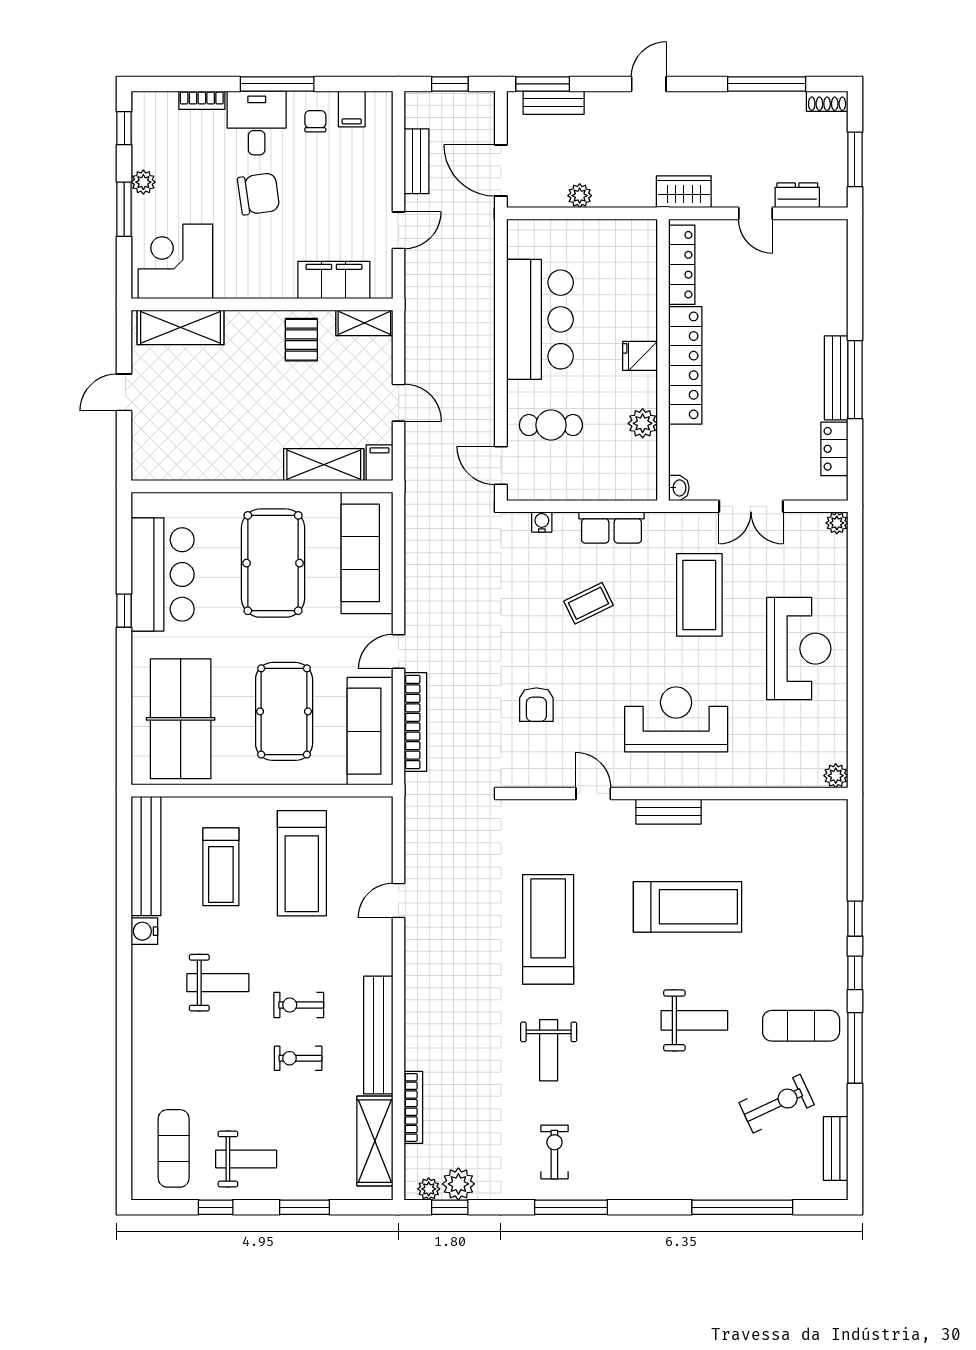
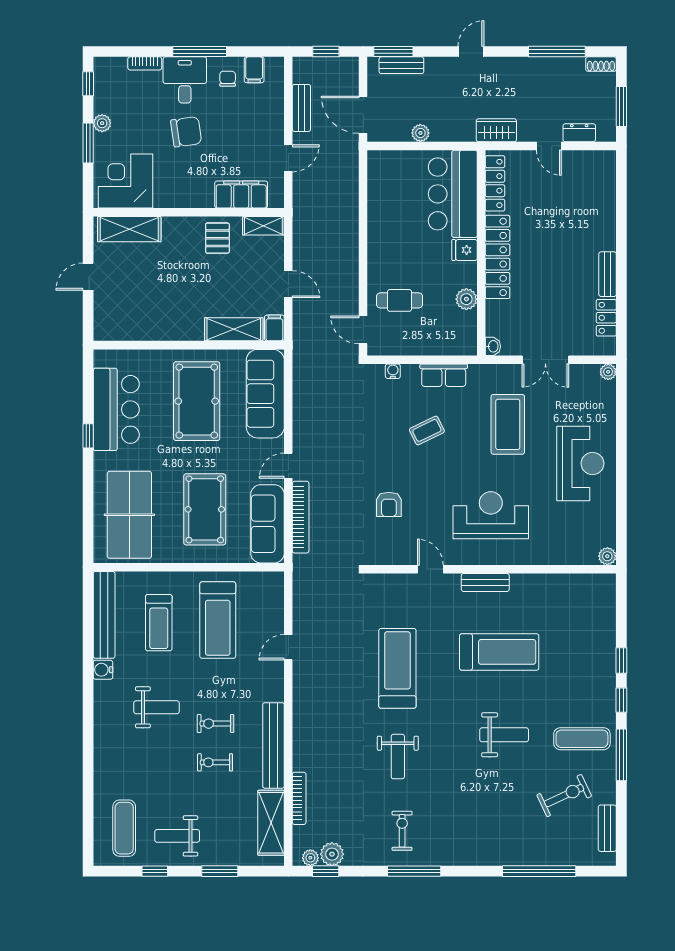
bar counter: (540, 319) -> (453, 194), moved, turned 180
bench: (836, 378) -> (608, 274), width x0.73
window: (855, 380) -> (621, 267), removed
weight bench: (246, 1159) -> (177, 836), turned 180

